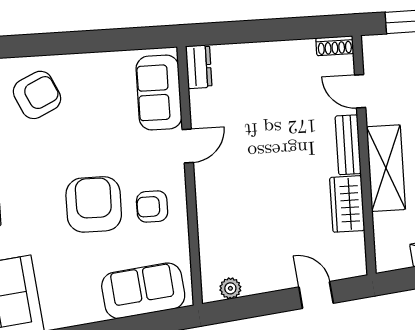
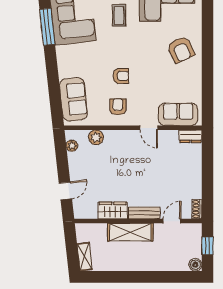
armchair: (94, 204) -> (121, 76), width x0.53, depth x0.53
plant: (212, 244) -> (96, 137), added

